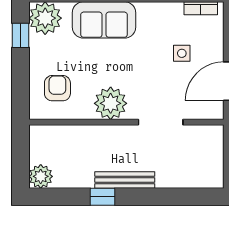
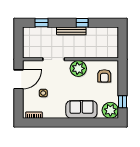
plant: (41, 176) -> (112, 33), removed
window: (185, 197) -> (41, 23), added

